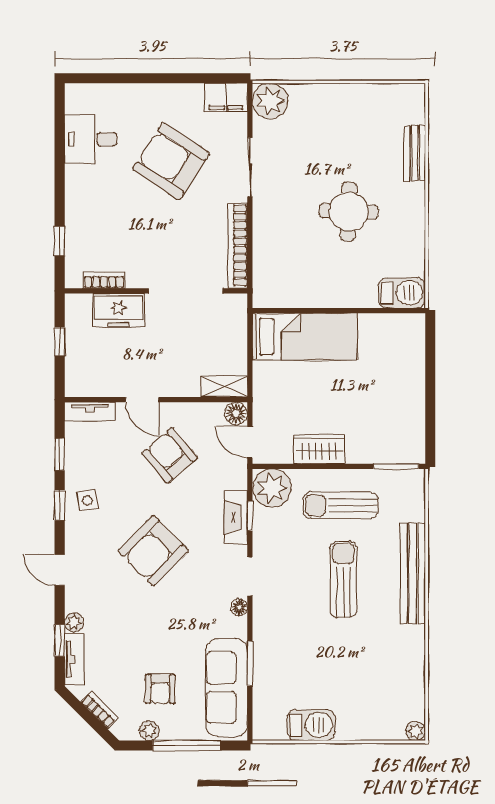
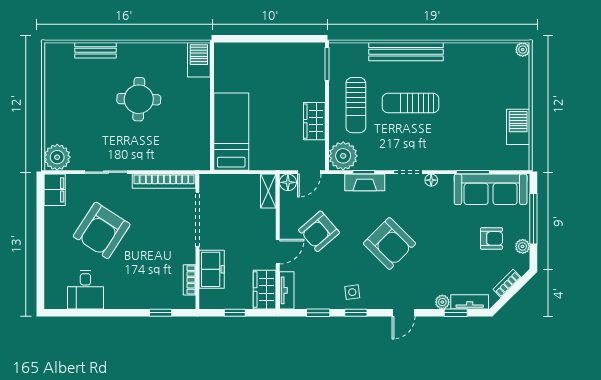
wardrobe: (91, 382) -> (265, 290), added

